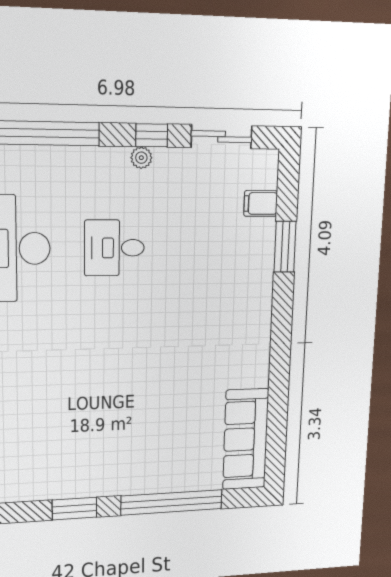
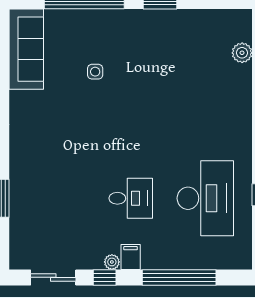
filing cabinet: (261, 203) -> (131, 257), moved, turned -90
side table: (160, 415) -> (95, 72), added

